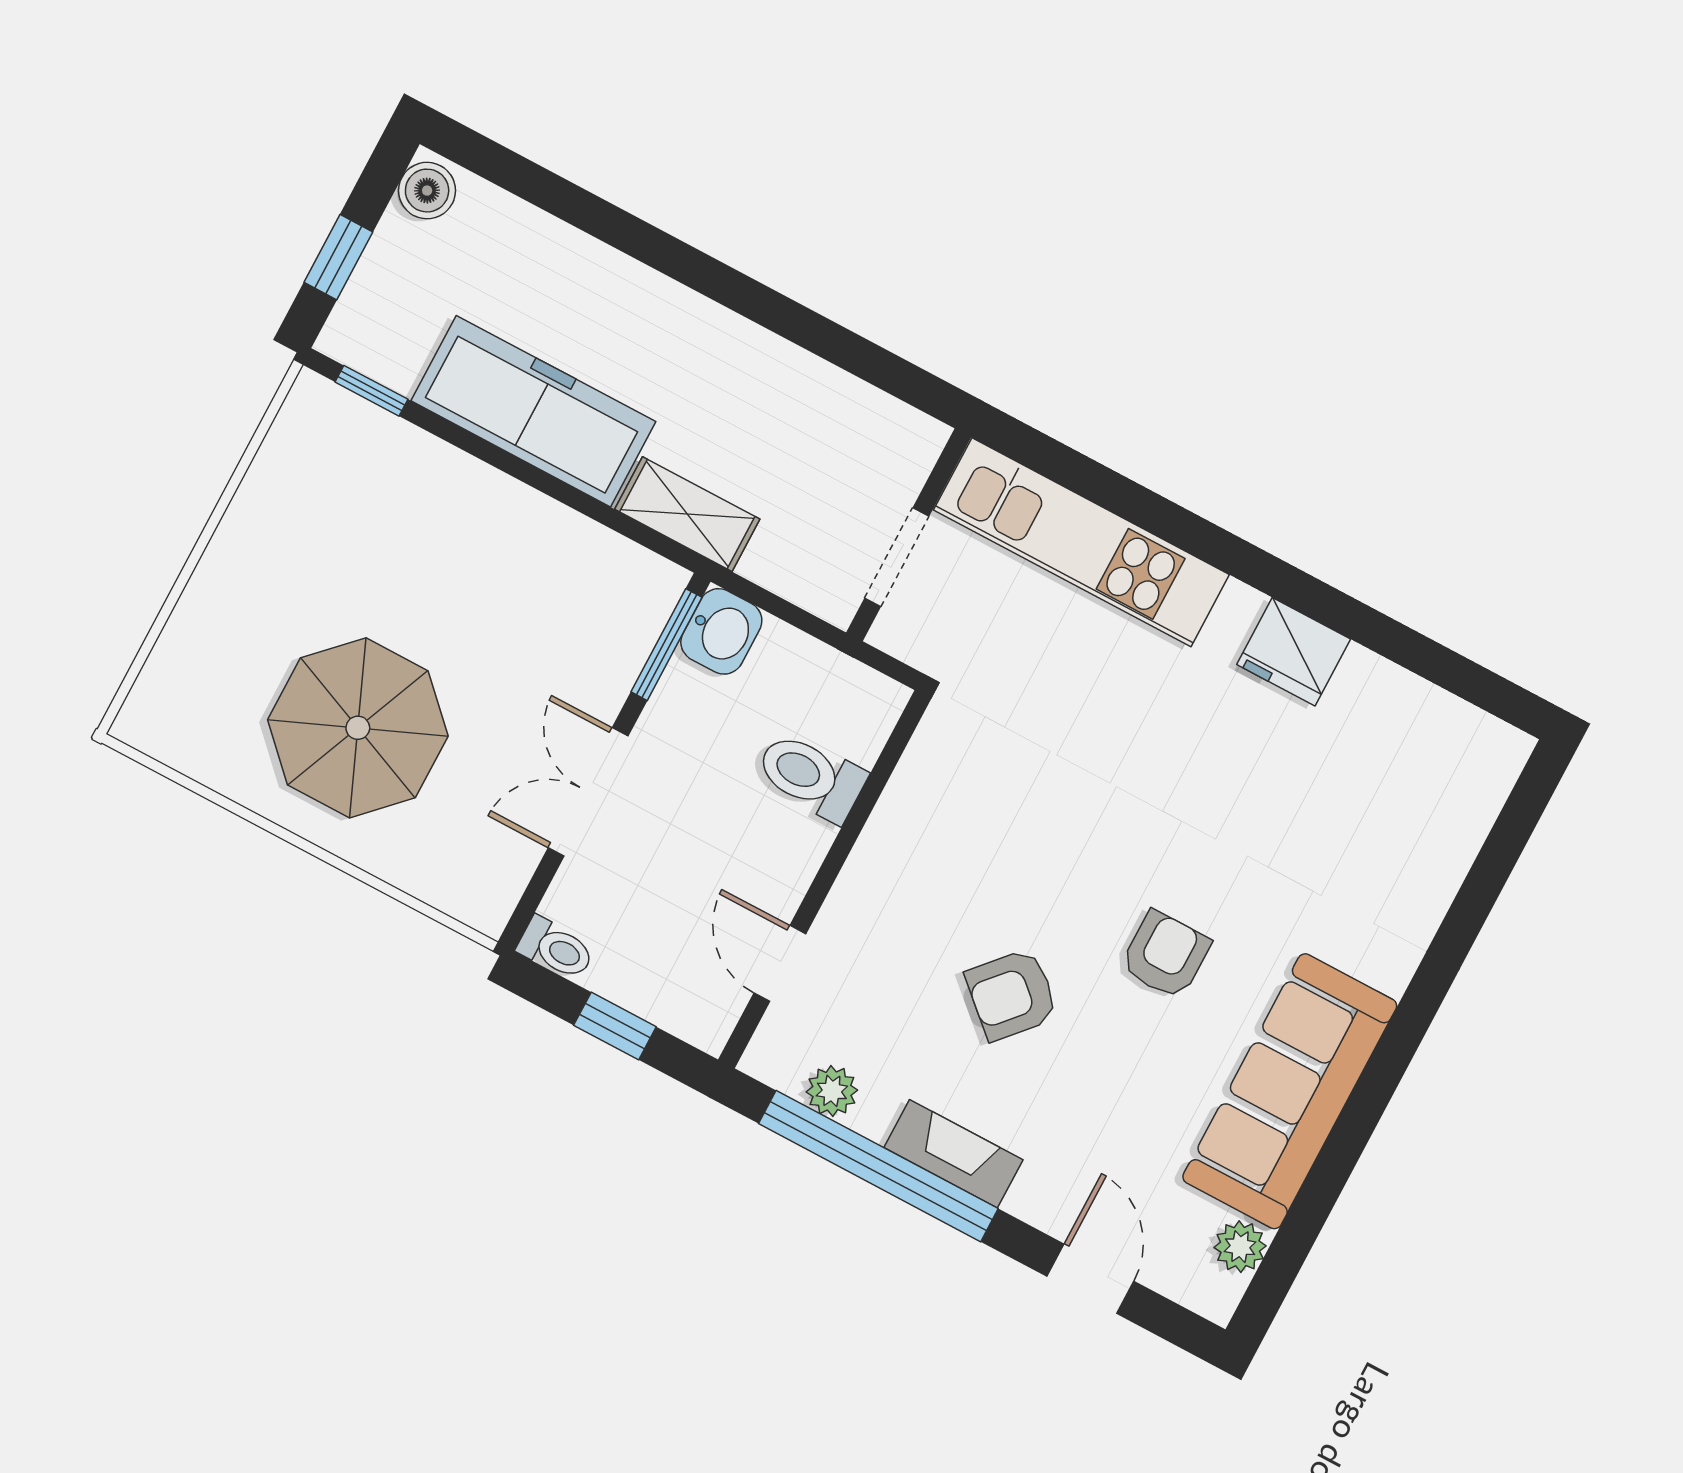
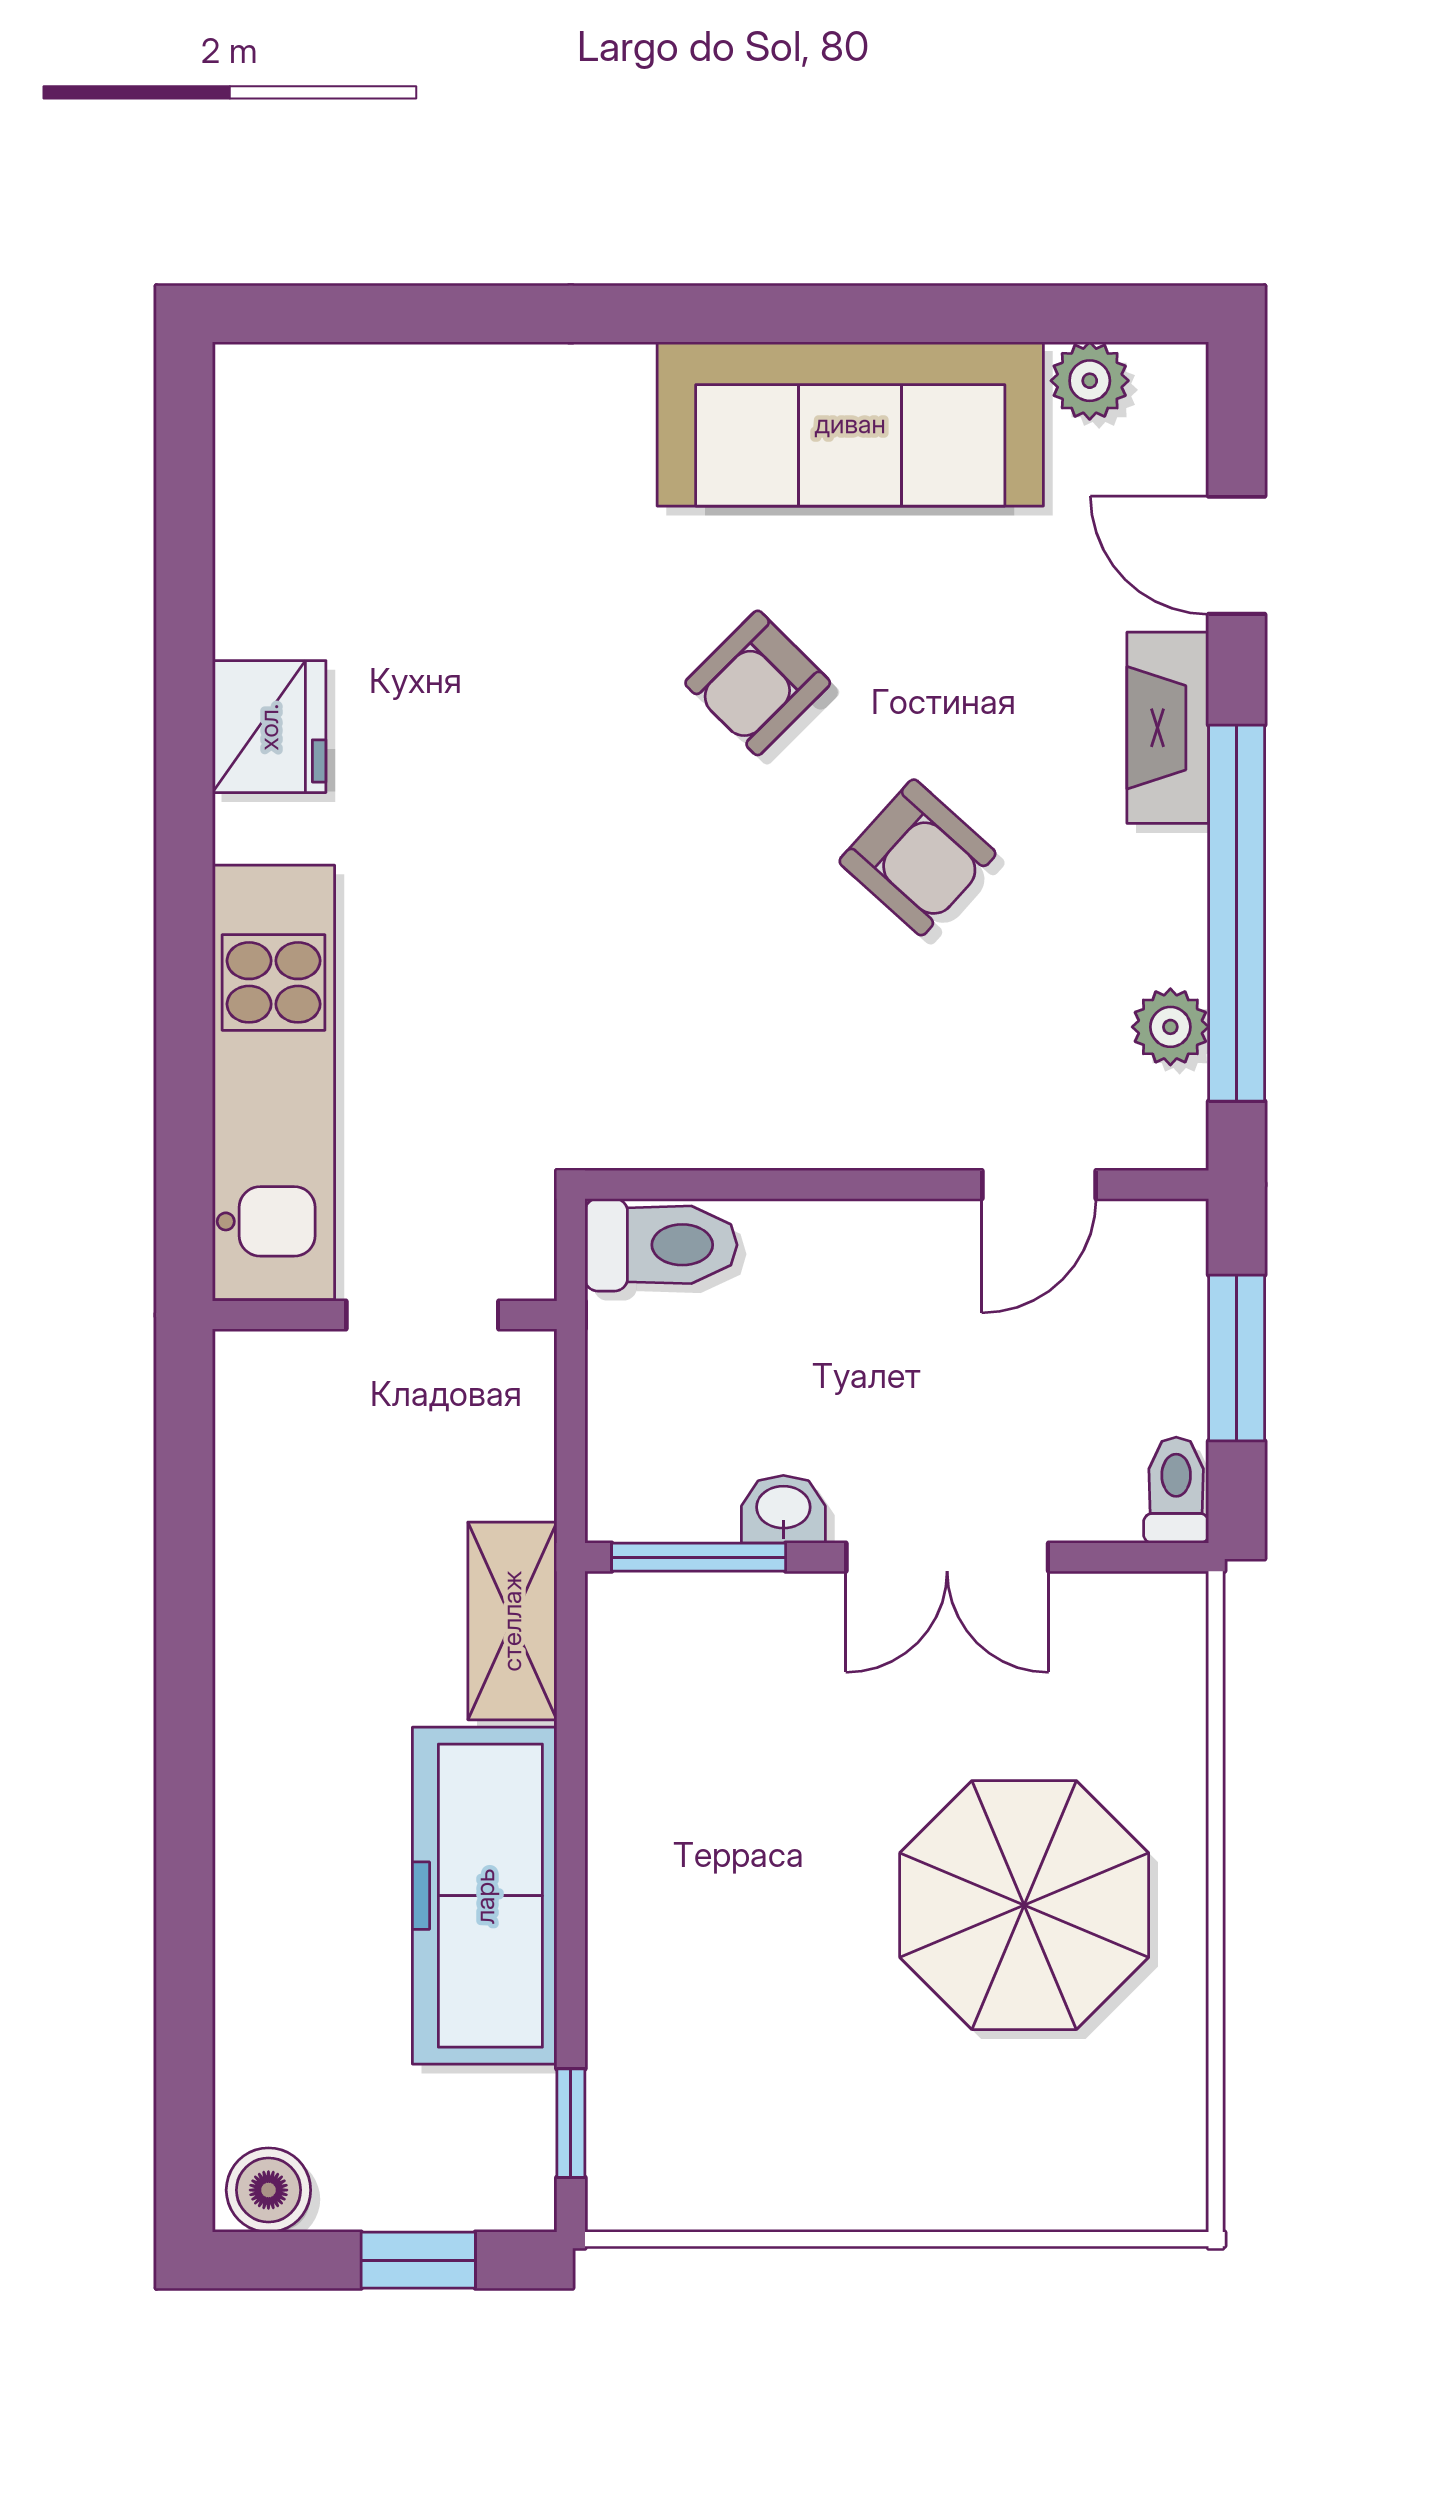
washbasin: (721, 631) -> (783, 1509), moved, width x0.72, depth x0.69
toilet: (811, 776) -> (661, 1245), moved, turned -90
armchair: (1166, 955) -> (758, 683), turned -45
window: (615, 1026) -> (1237, 1358), width x1.50
fireplace: (953, 1154) -> (1168, 728), moved
door: (1090, 1279) -> (1237, 555), hinge flipped

